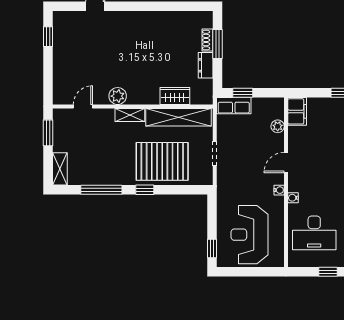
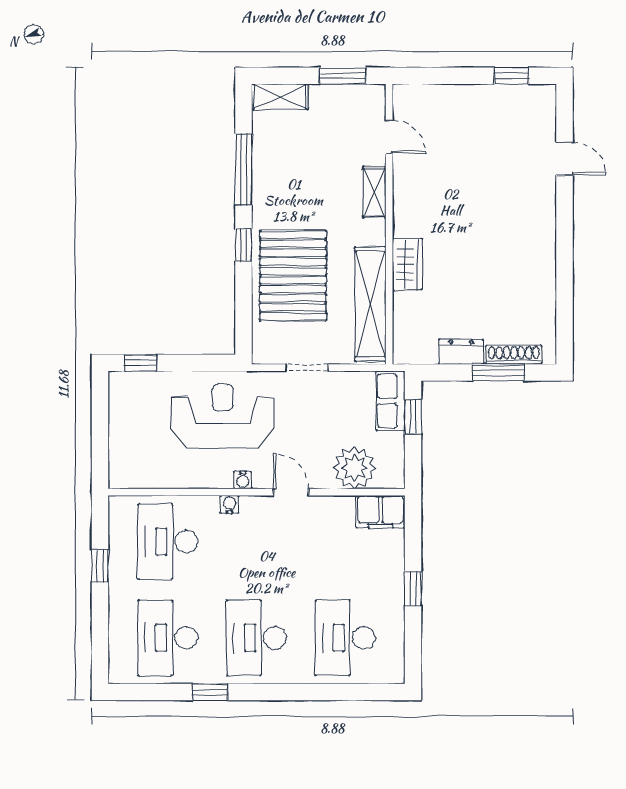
shoe rack: (207, 40) -> (514, 355), width x1.43
plant: (118, 96) -> (407, 198), removed
wardrobe: (175, 96) -> (407, 264), moved
shelving: (130, 115) -> (374, 192), moved
plant: (278, 126) -> (354, 468), width x1.88, depth x1.88
reception desk: (250, 235) -> (223, 416), moved

